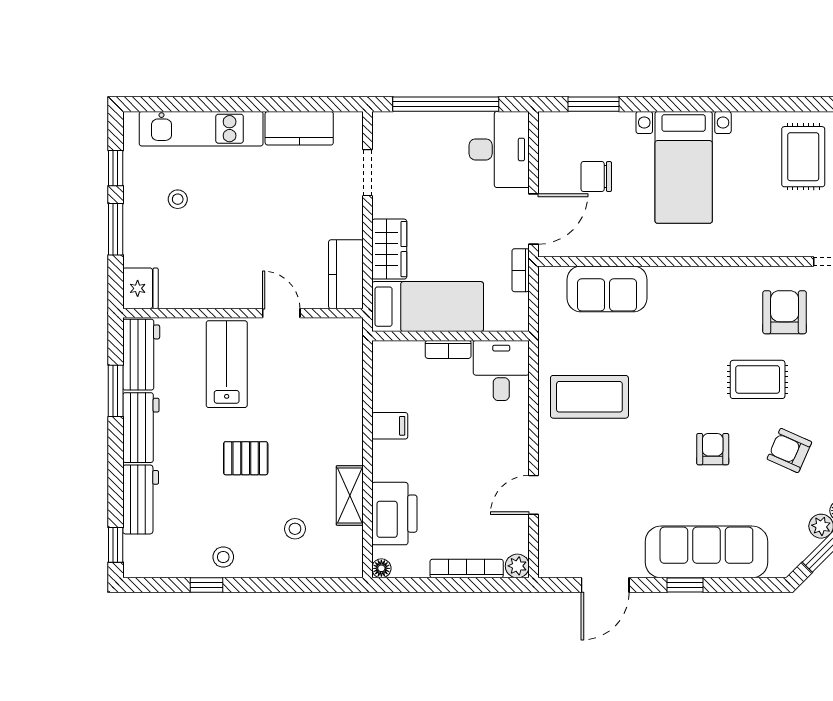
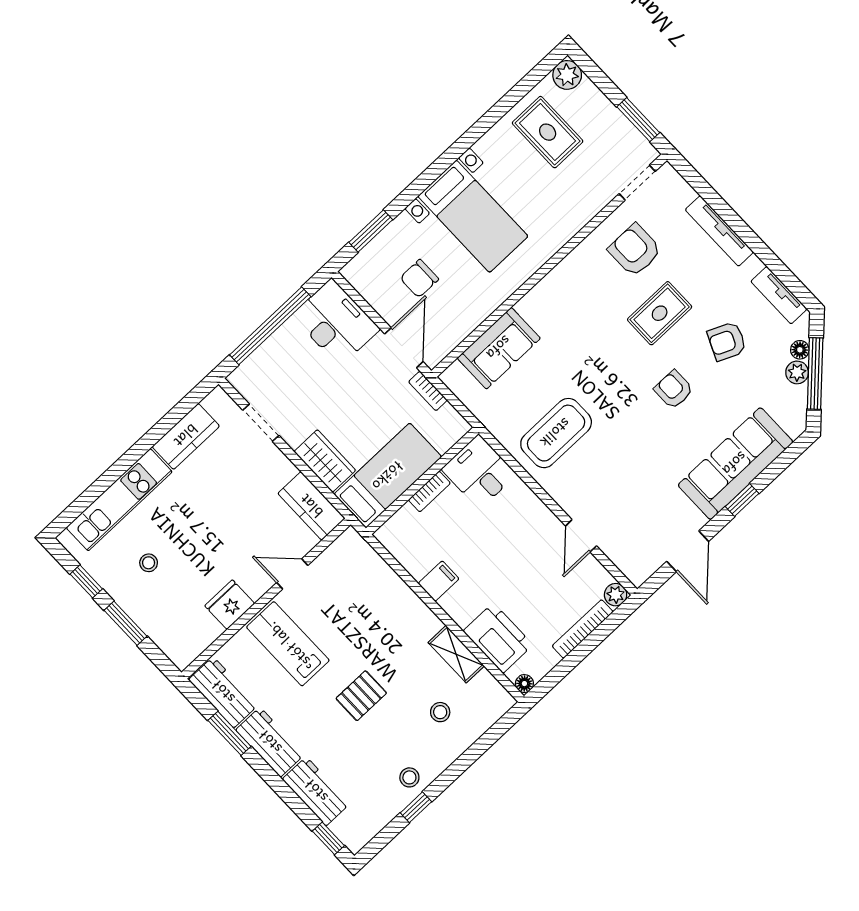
fridge: (140, 288) -> (230, 605), moved, turned -90

